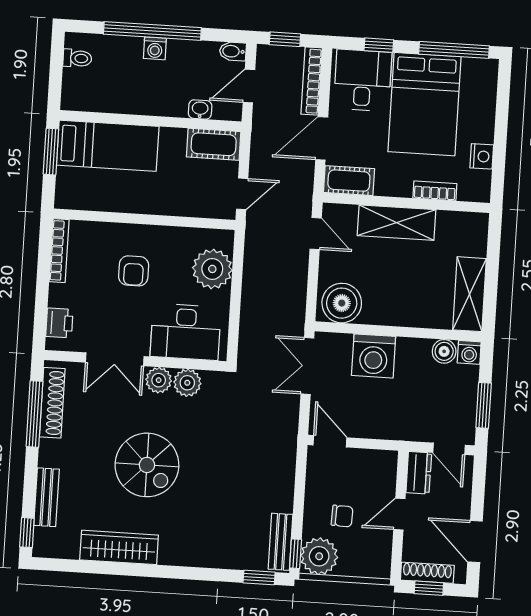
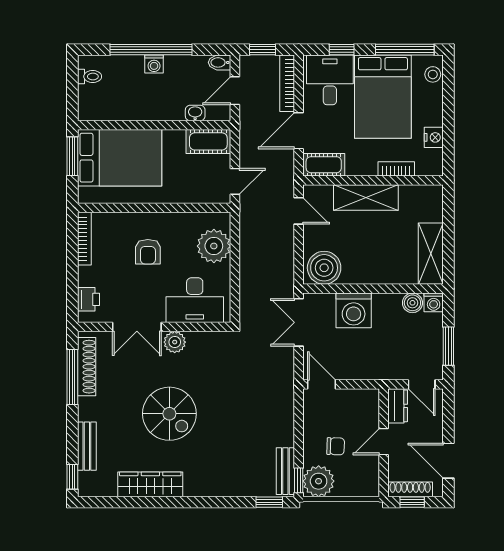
stool: (485, 81) -> (433, 74), added
bed: (108, 146) -> (120, 158), width x1.50
plant: (187, 383) -> (199, 343), removed

